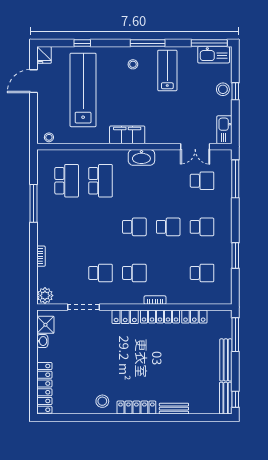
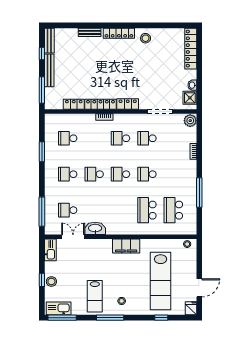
washbasin: (141, 157) -> (95, 228), moved
school desk: (100, 227) -> (147, 174), added
window: (235, 399) -> (42, 53), moved

